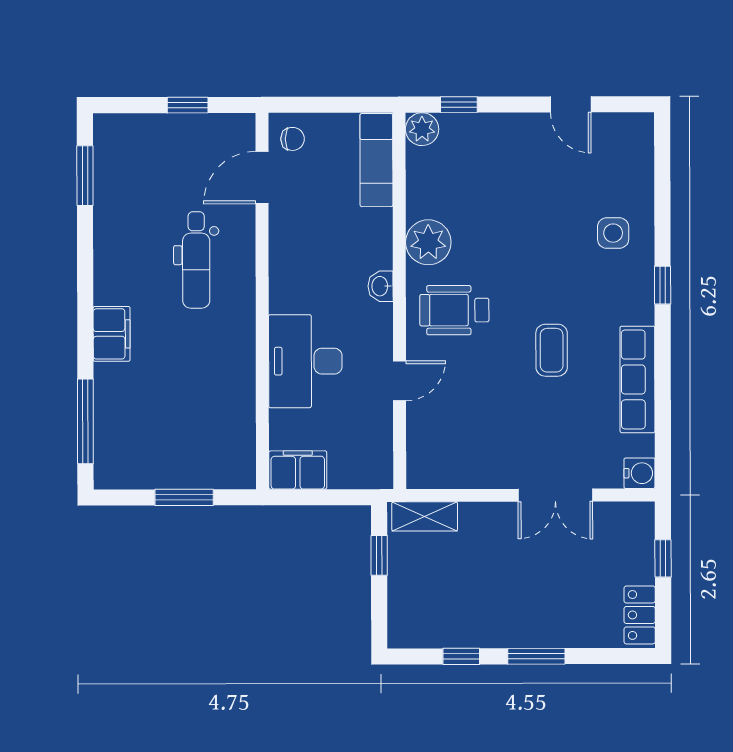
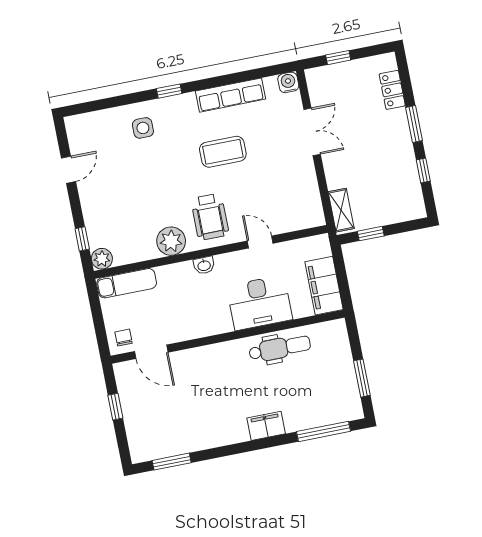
dental chair: (196, 260) -> (280, 348), moved
coffee table: (552, 350) -> (223, 152), width x1.36, depth x1.30
filing cabinet: (298, 470) -> (324, 286), width x1.50, depth x1.17
window: (184, 497) -> (362, 378), moved
locker: (640, 615) -> (392, 90), moved, turned 90

